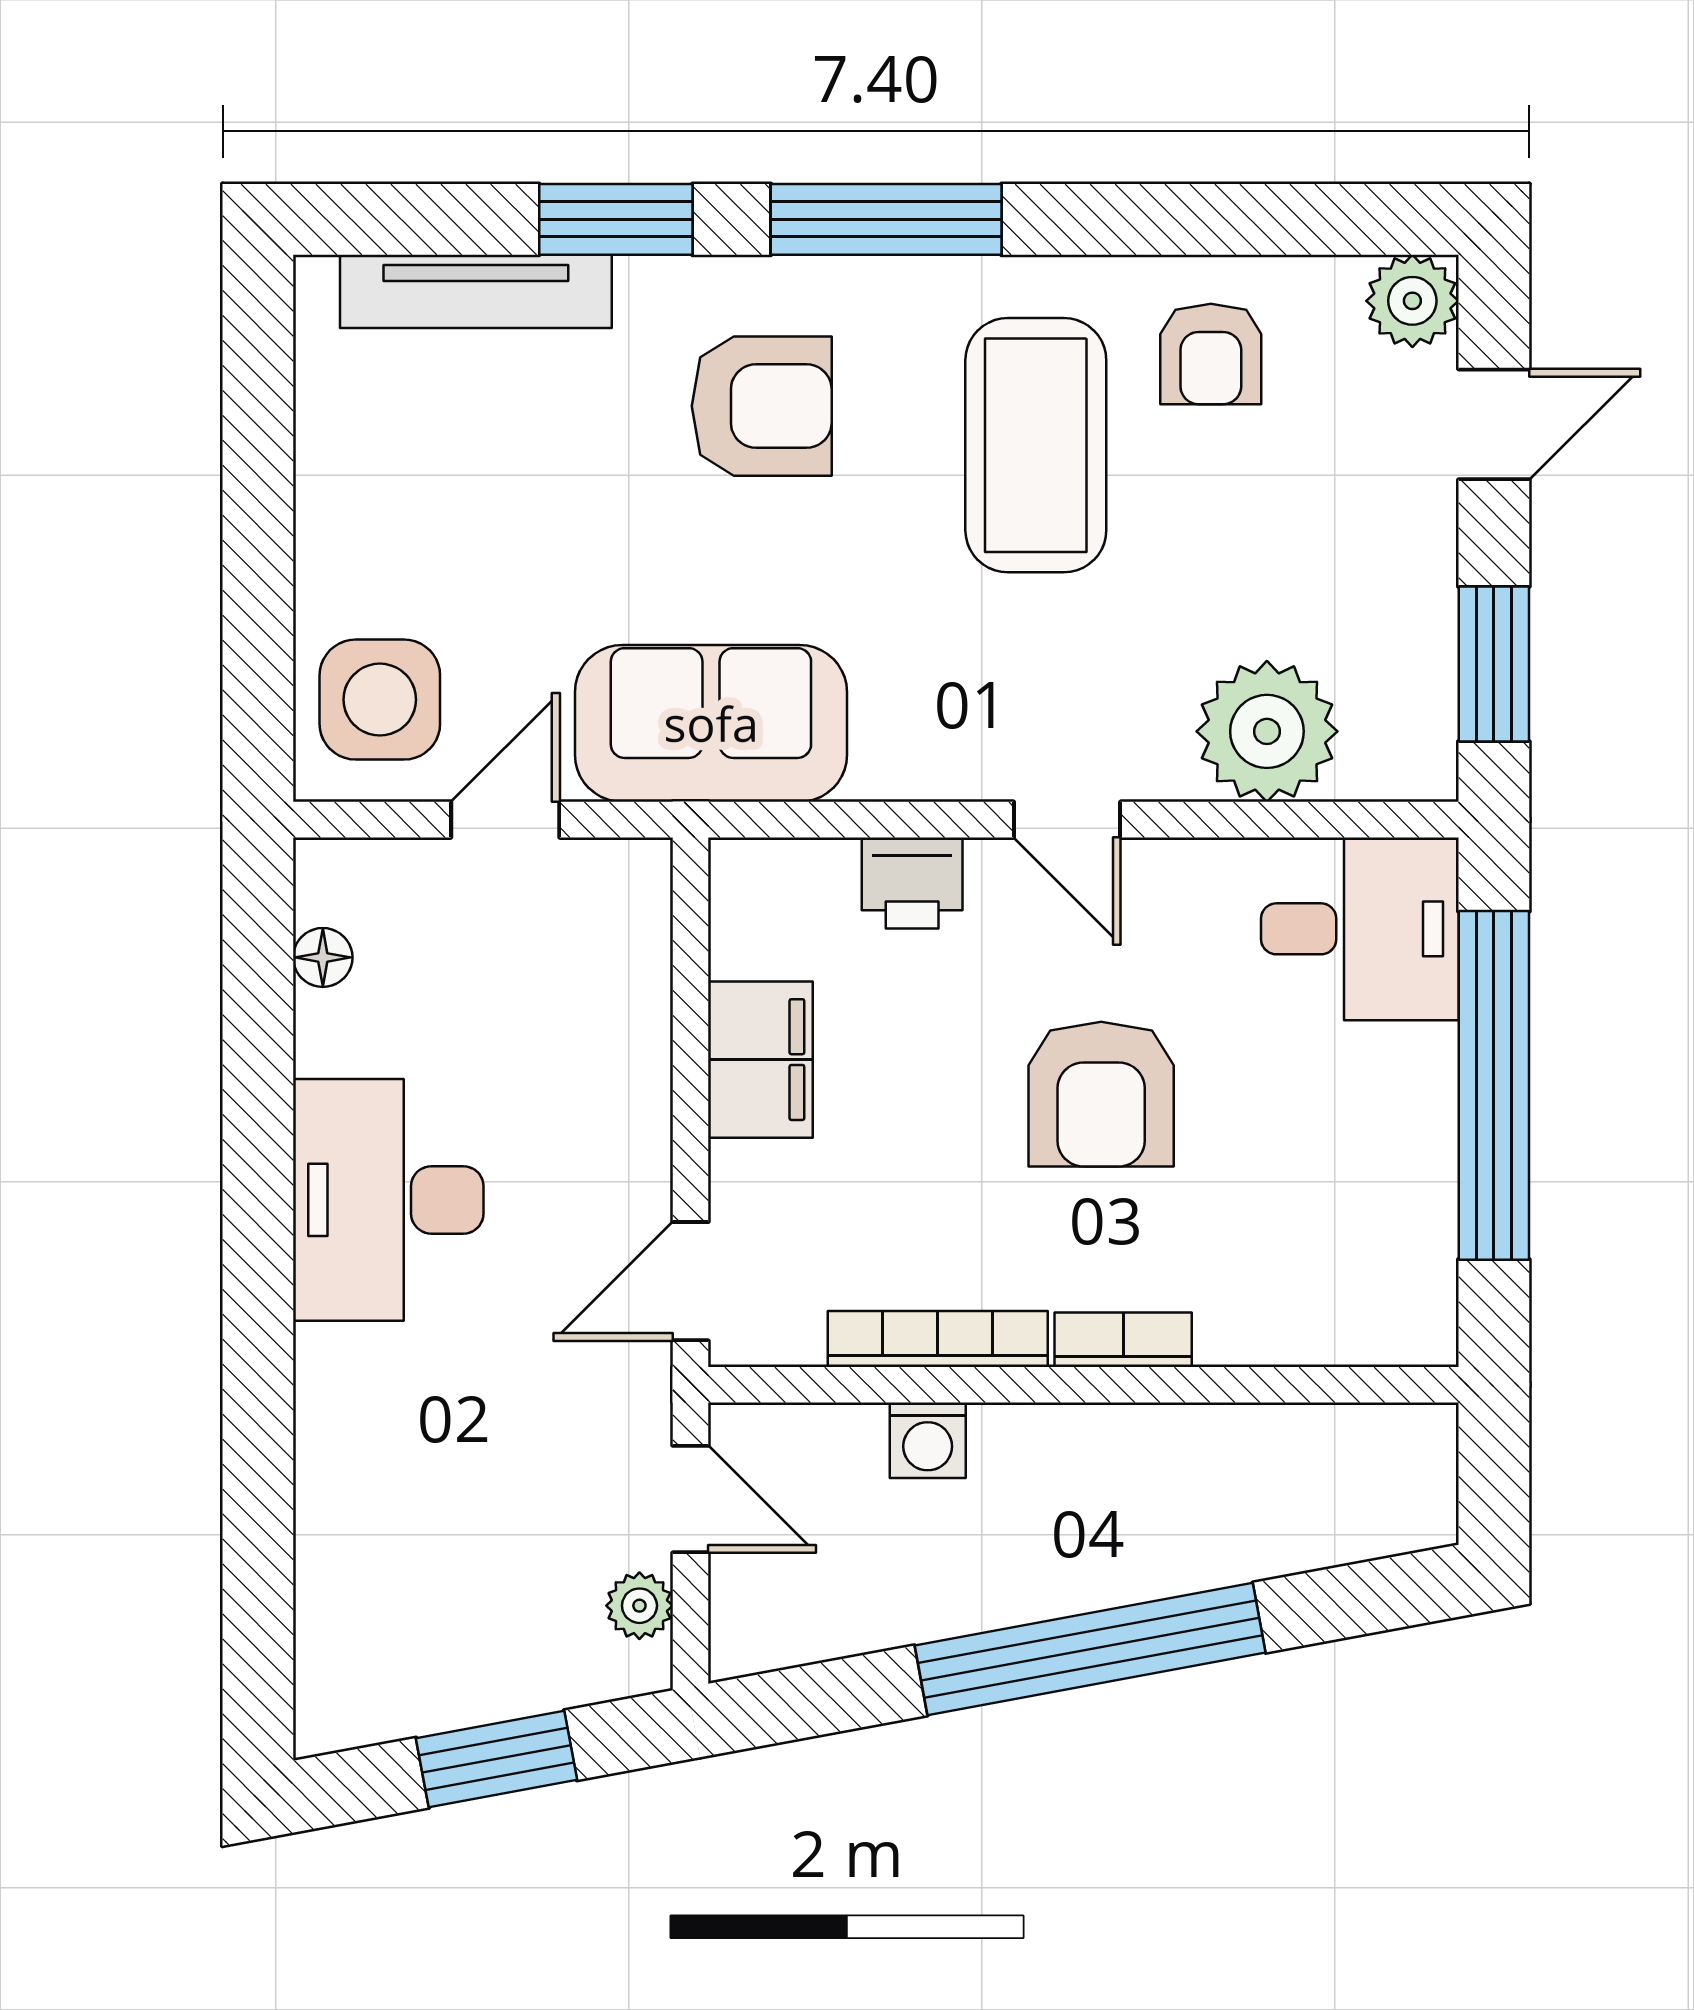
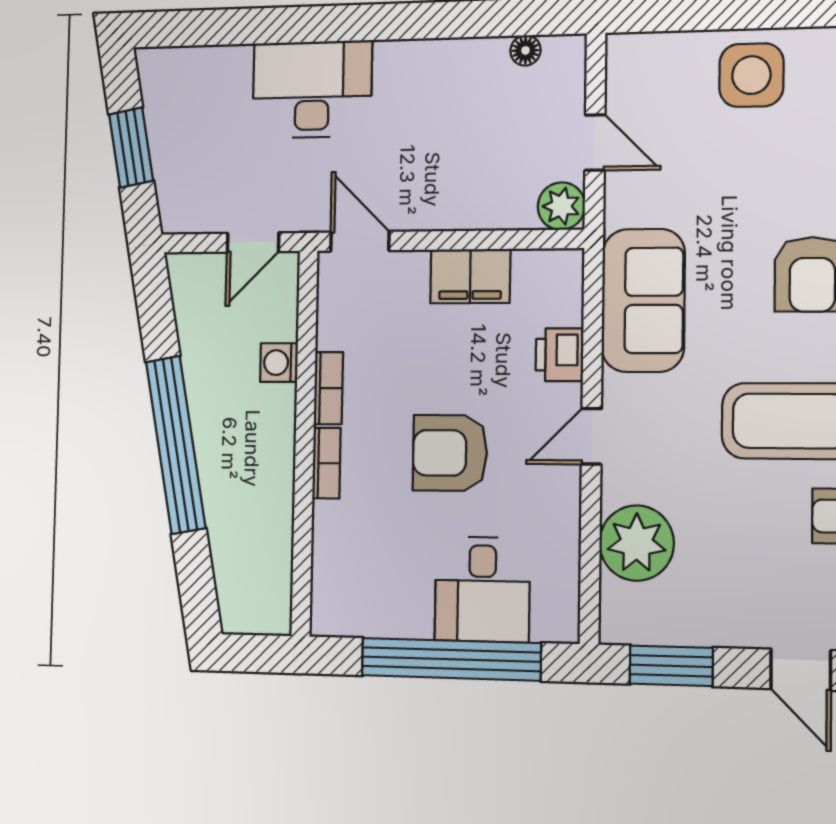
side table: (380, 700) -> (751, 75), moved
sofa: (711, 723) -> (643, 300), moved
desk: (1360, 929) -> (482, 589), moved
desk: (388, 1200) -> (312, 89), moved
bookcase: (938, 1339) -> (328, 388), width x0.64
plant: (639, 1606) -> (561, 206), moved, width x1.38, depth x1.38

